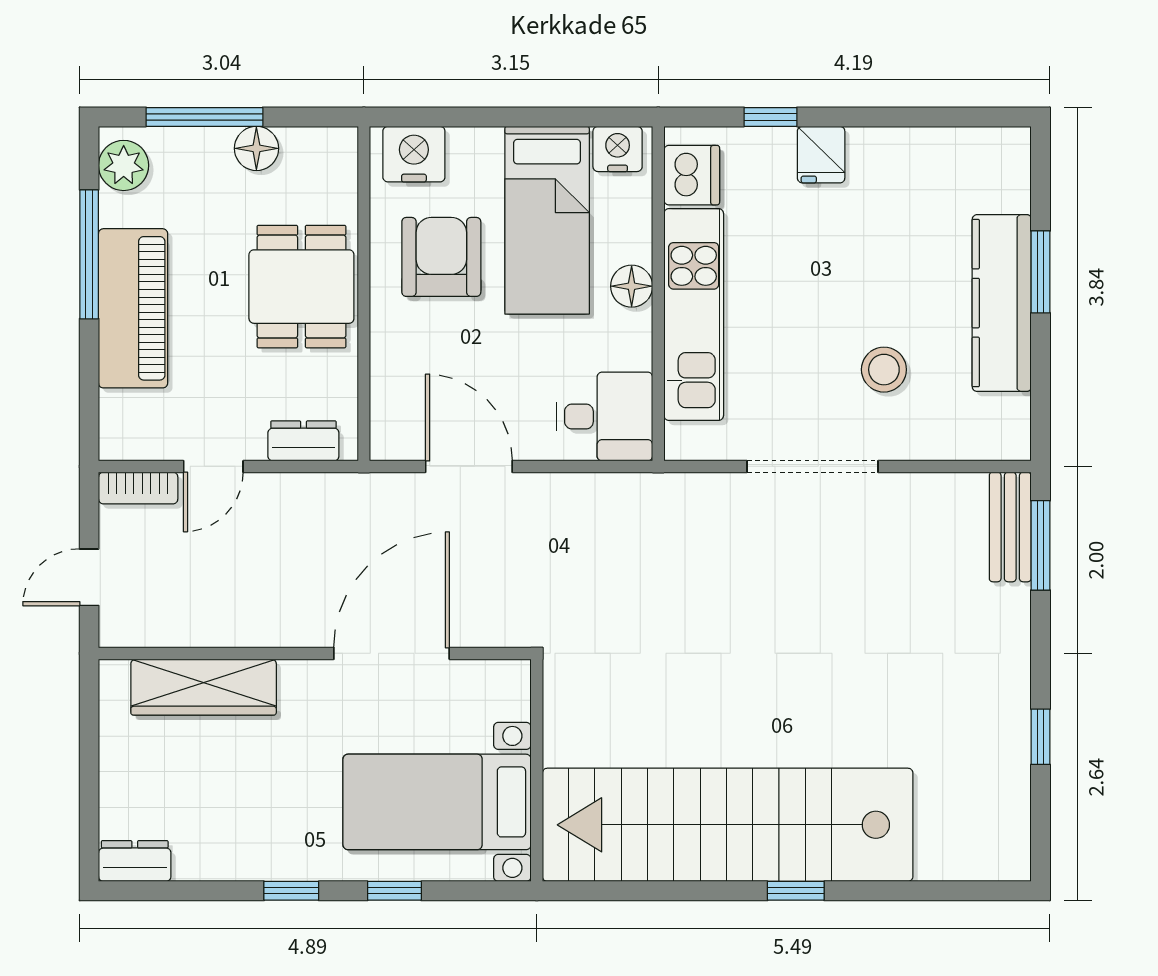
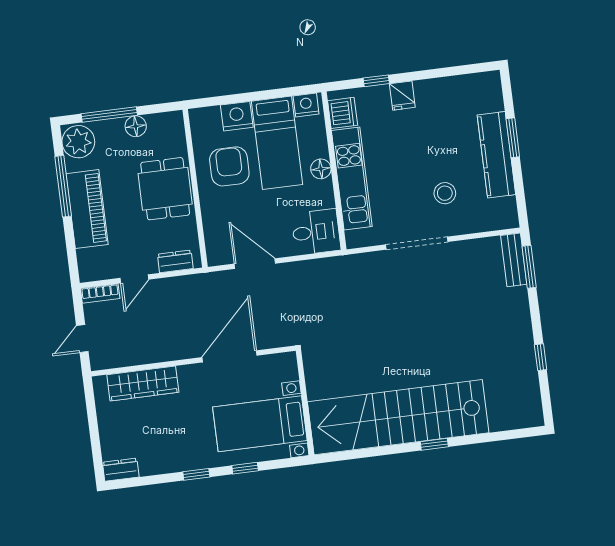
nightstand: (414, 154) -> (237, 116), moved
plant: (124, 165) -> (78, 142), width x1.36, depth x1.36

